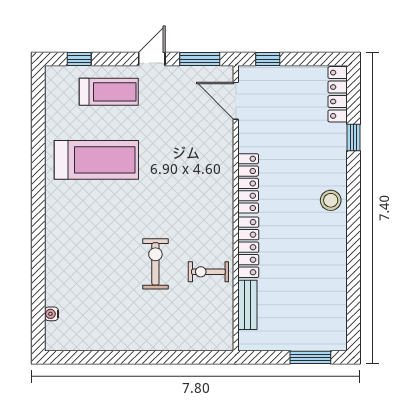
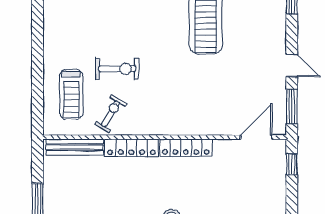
treadmill: (109, 92) -> (71, 94), moved
exercise bike: (208, 272) -> (111, 114), turned 31
bench: (247, 305) -> (75, 147), width x1.36

